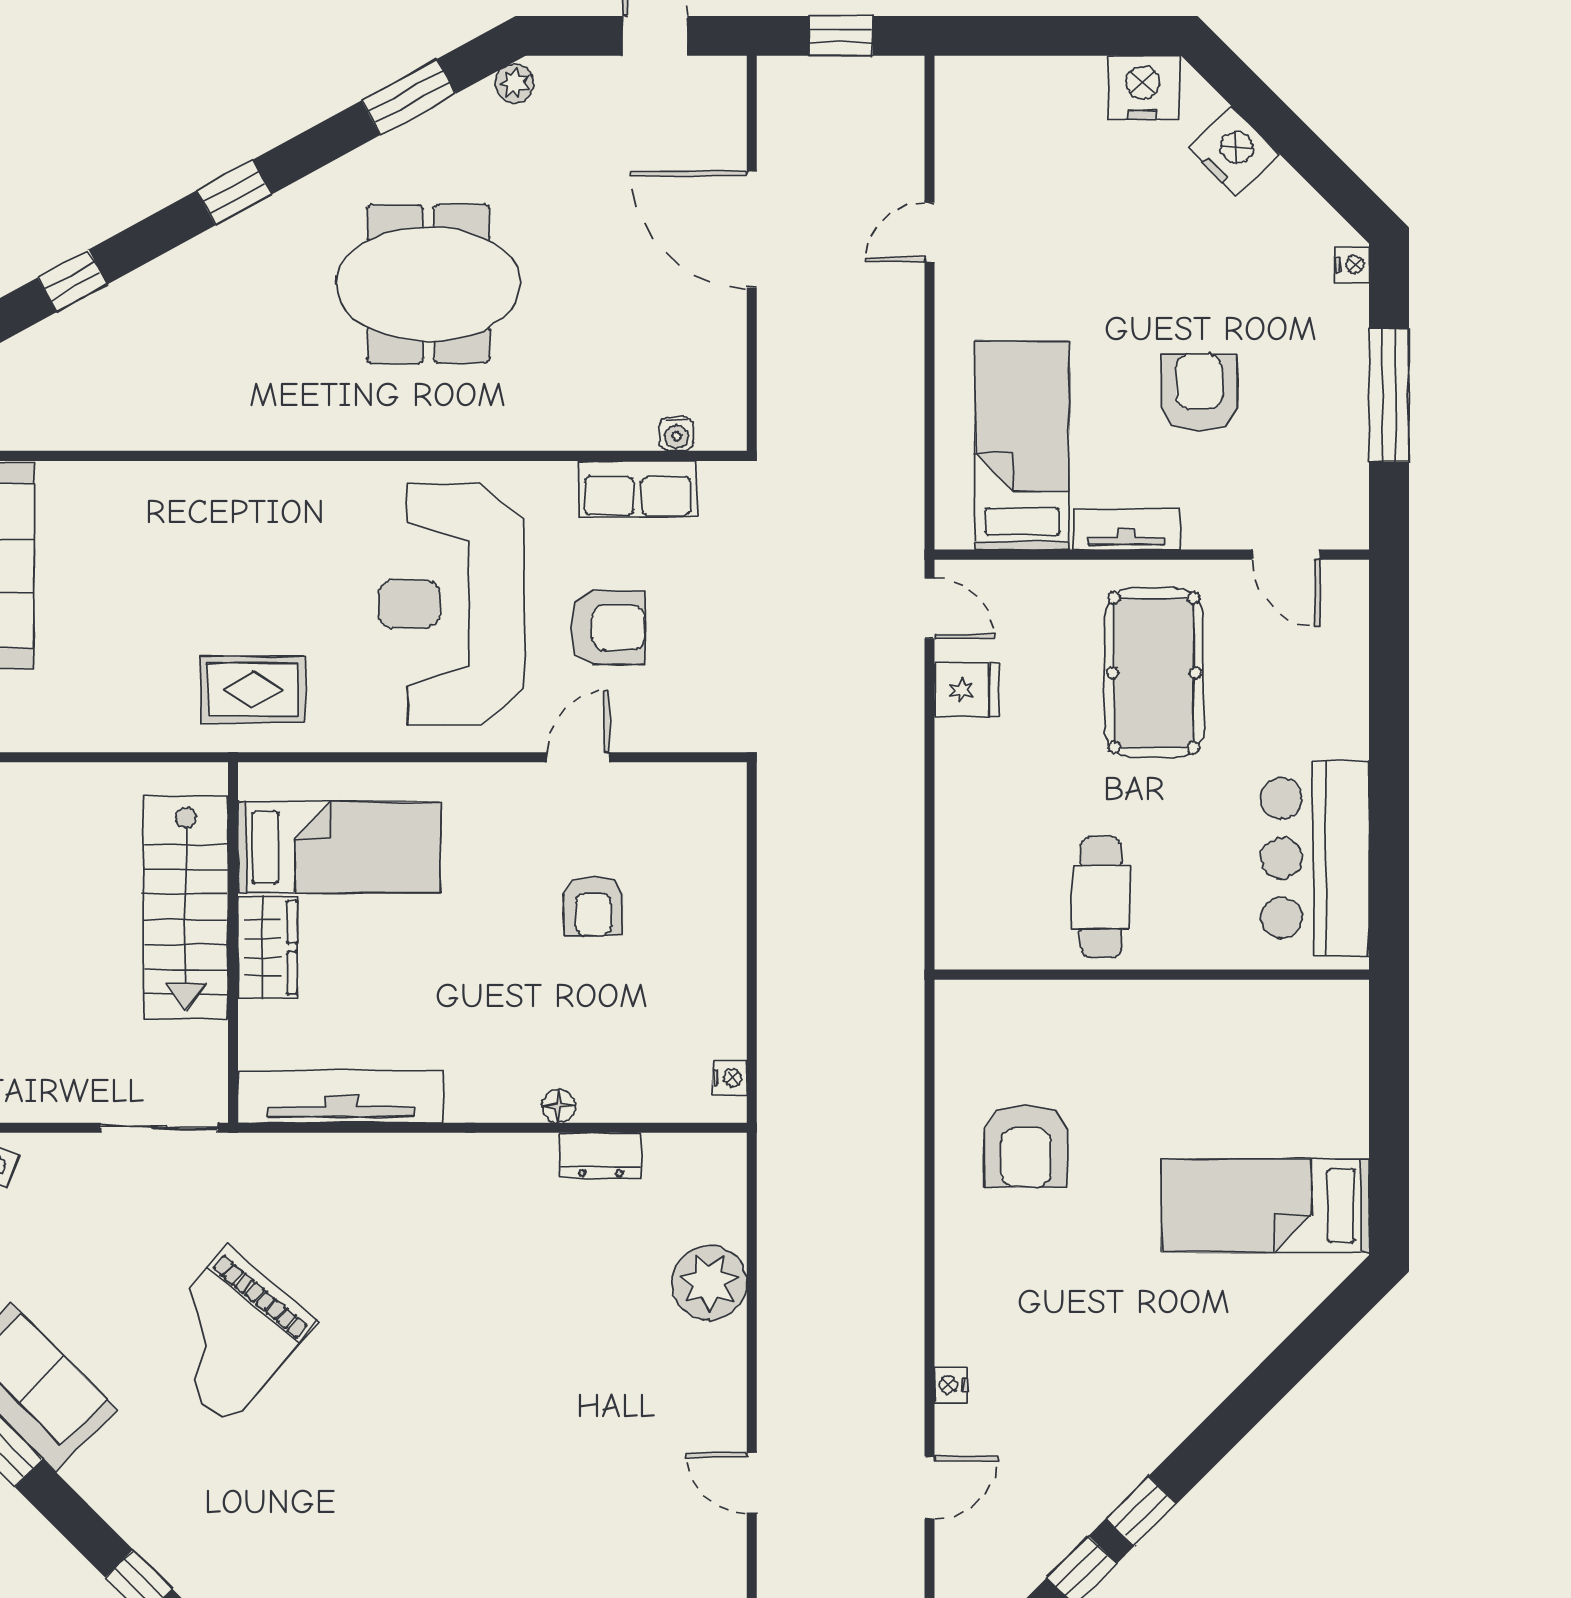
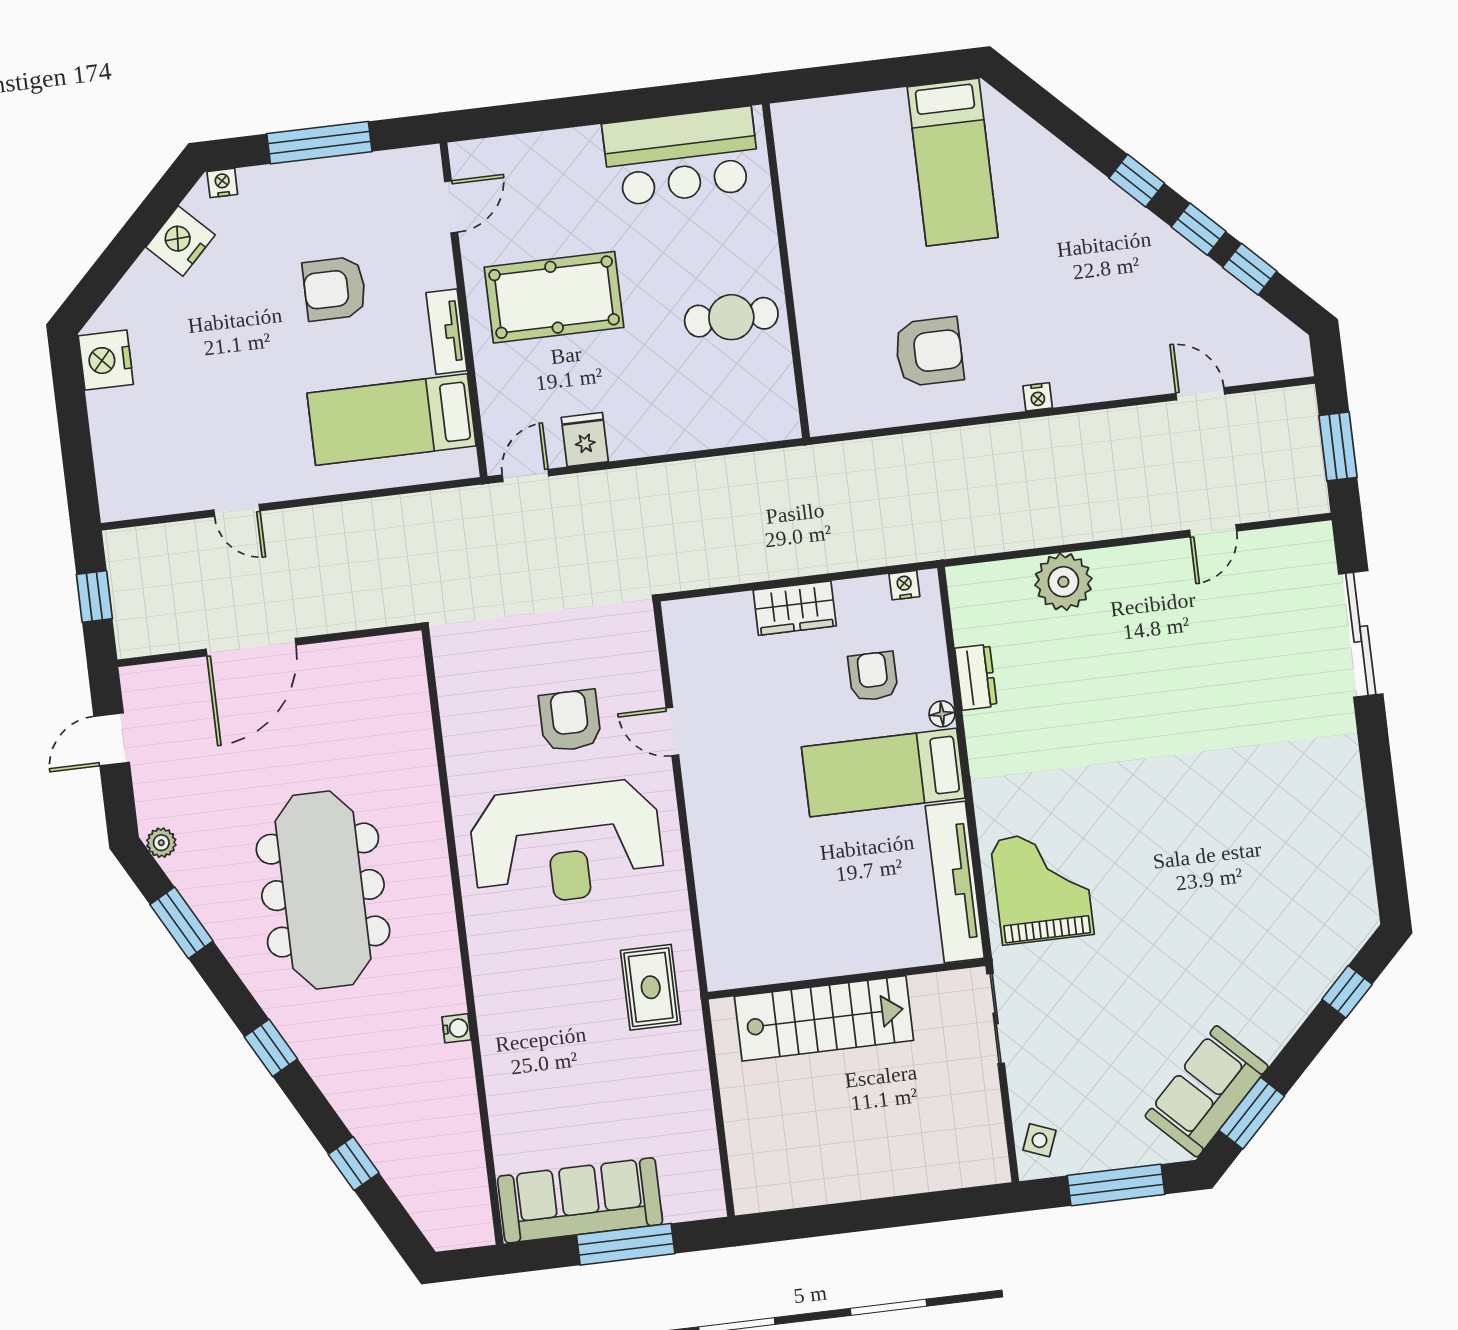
nightstand: (1233, 151) -> (181, 241), moved
meeting table: (429, 284) -> (323, 890), width x1.36
water cooler: (677, 434) -> (456, 1028), moved
row of seats: (638, 489) -> (461, 711), removed
bed: (339, 847) -> (883, 772), moved, turned -90
armchair: (593, 906) -> (873, 676), moved, turned -90
wardrobe: (267, 948) -> (795, 608), moved, turned 180
grand piano: (228, 1335) -> (1042, 887), moved, turned -130
nightstand: (951, 1385) -> (1038, 397), moved
window: (1213, 1439) -> (1137, 181), added

